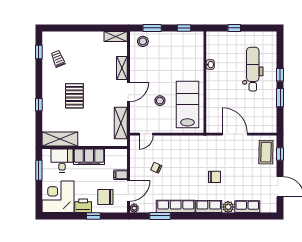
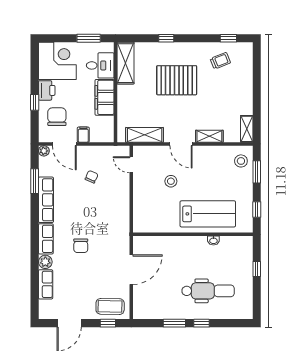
pallet: (74, 96) -> (177, 80), width x1.37, depth x1.41
lab bench: (187, 105) -> (208, 214), moved

